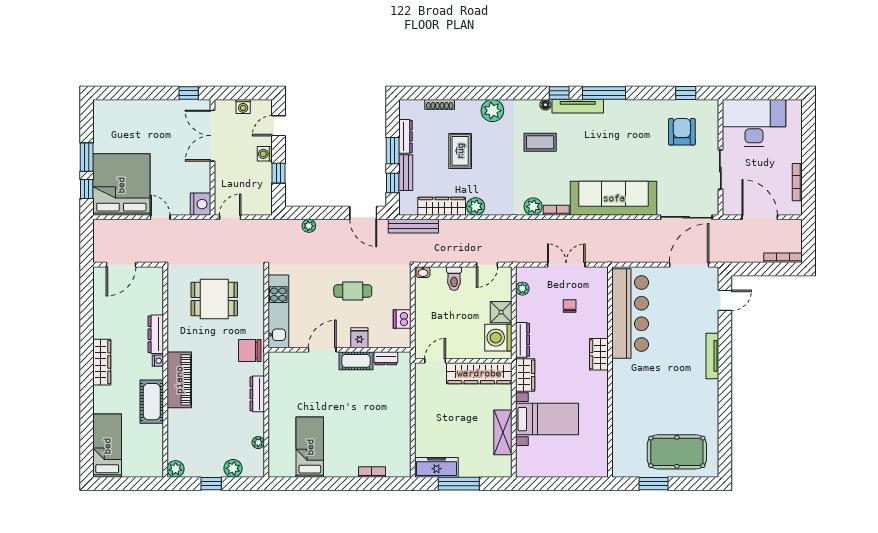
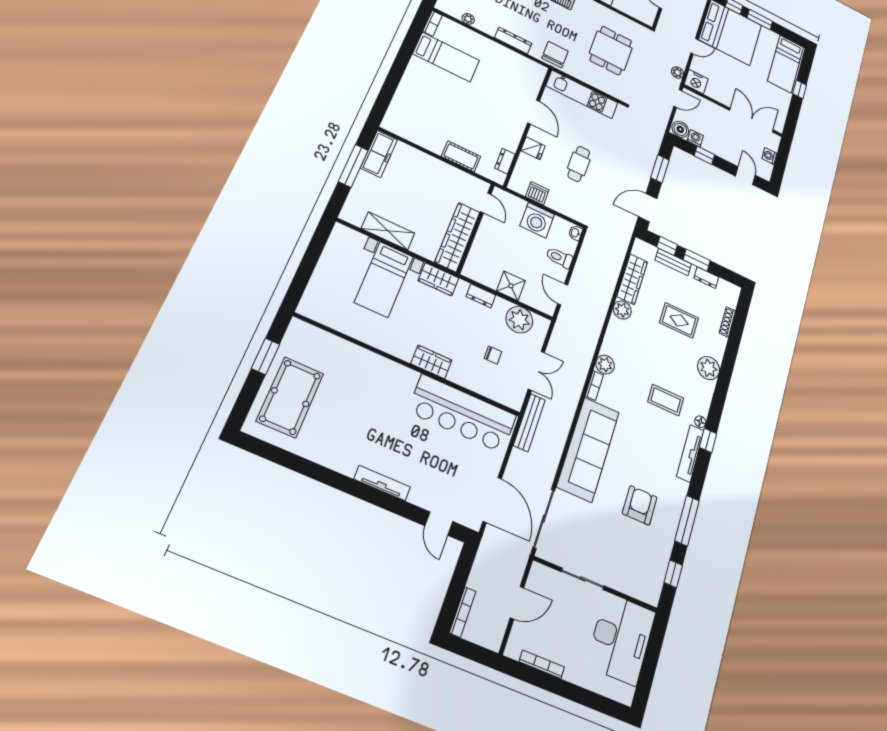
window: (189, 93) -> (800, 89), moved
window: (604, 93) -> (687, 521), moved
bed: (125, 116) -> (786, 64), added
armchair: (682, 132) -> (640, 505), moved, turned -90
dresser: (406, 136) -> (706, 278), width x0.70
coffee table: (540, 142) -> (666, 400), turned 90
washing machine: (265, 154) -> (695, 138), moved
boiler: (263, 205) -> (680, 129), added
window: (317, 213) -> (660, 169), added
door: (230, 217) -> (678, 98), hinge flipped
door: (760, 217) -> (517, 603), width x0.73
plant: (309, 226) -> (678, 73), moved
bench: (413, 226) -> (529, 423), moved
plant: (522, 289) -> (519, 320), width x1.88, depth x1.88
washing machine: (498, 338) -> (537, 220), moved, turned 180
dresser: (523, 340) -> (481, 296), width x0.70
cot: (356, 361) -> (461, 156), moved, turned 90
bookcase: (372, 472) -> (433, 23), moved

